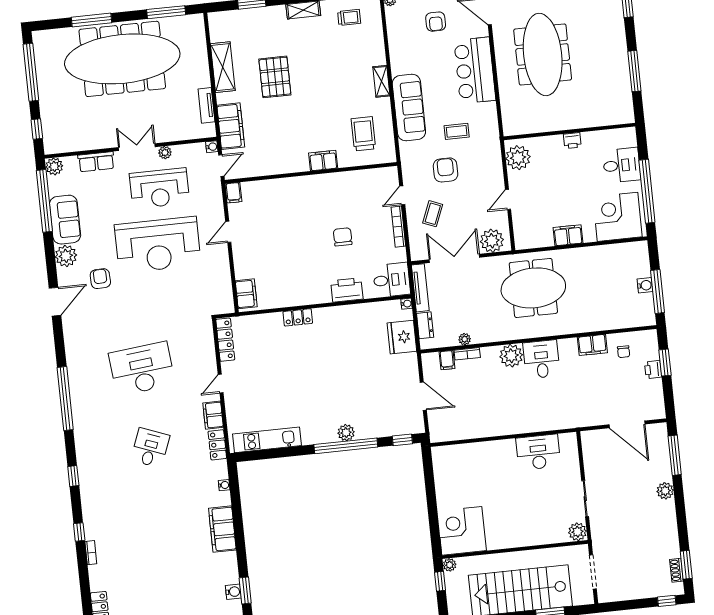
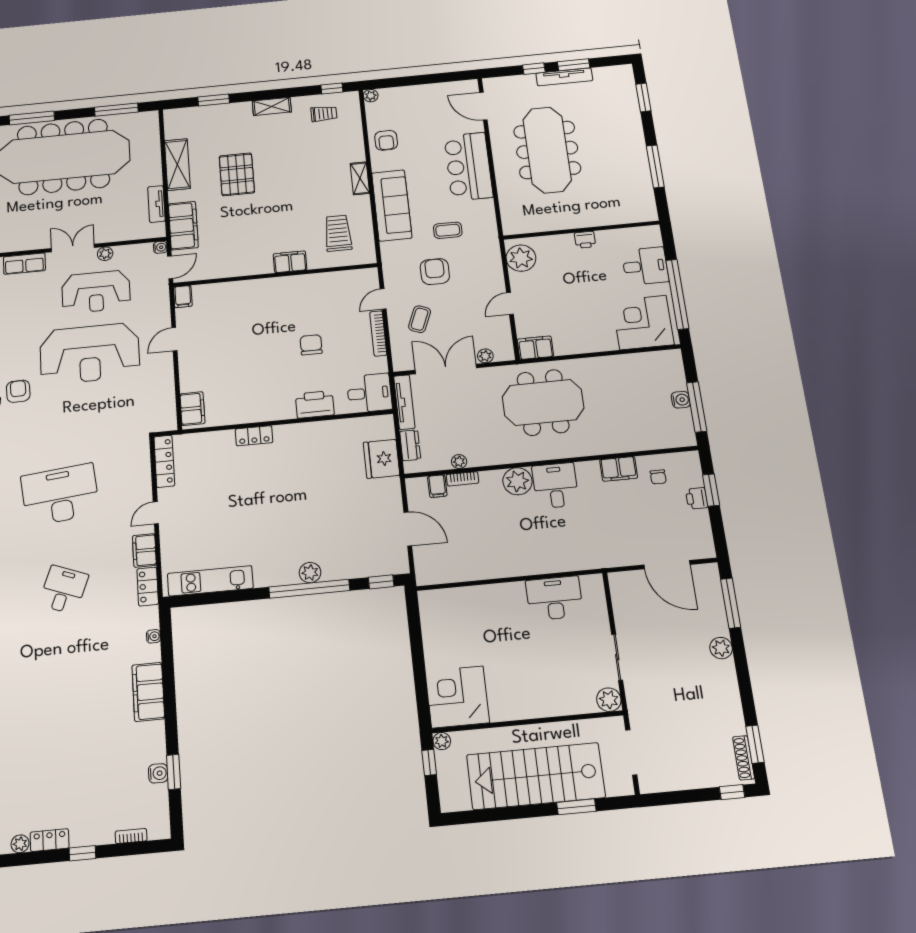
armchair: (436, 22) -> (386, 140), moved
filing cabinet: (568, 235) -> (535, 348), moved
plant: (492, 241) -> (485, 356), width x0.53, depth x0.53
water cooler: (407, 304) -> (387, 420), removed
shoe rack: (676, 570) -> (744, 758), width x1.43

